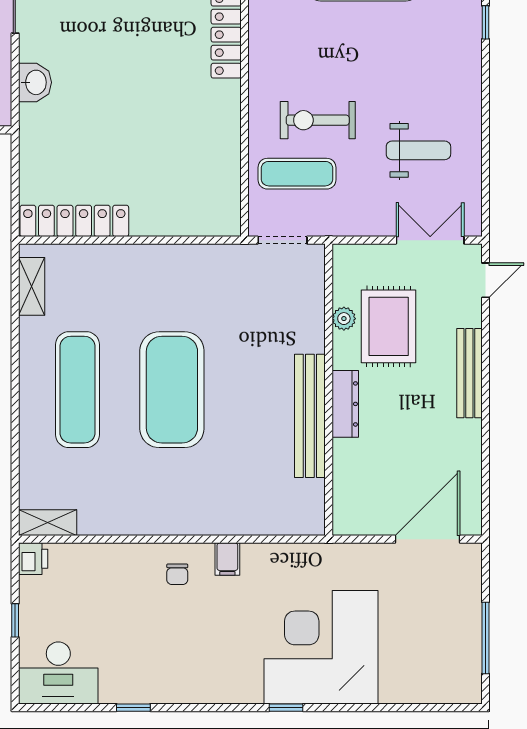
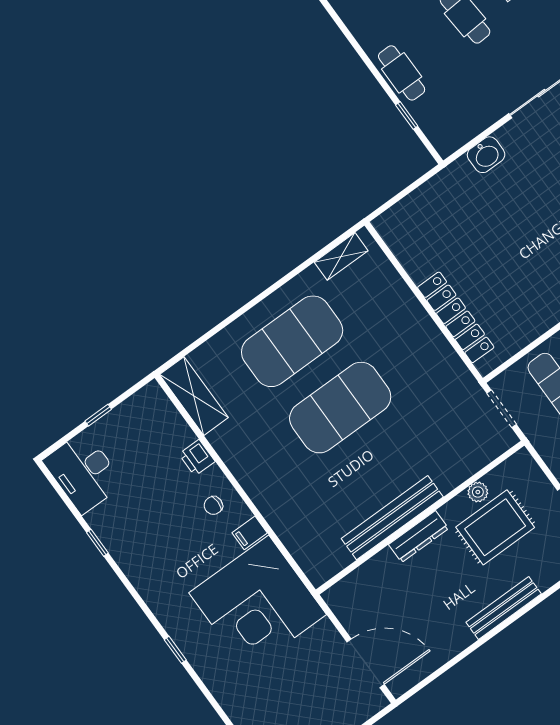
locker: (74, 221) -> (456, 317), moved
exercise mat: (78, 390) -> (292, 341), width x1.47
shelving: (48, 523) -> (194, 396), width x1.50, depth x1.33
printer: (33, 559) -> (197, 458), moved, turned 90
corner desk: (321, 647) -> (258, 604), moved, turned 180

